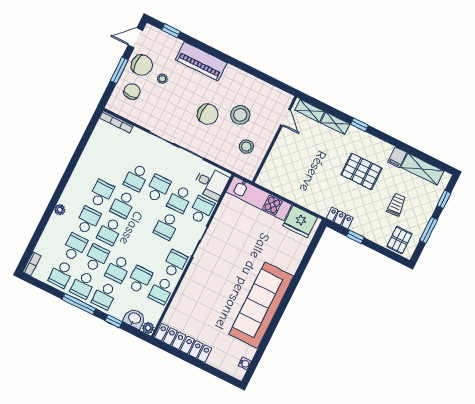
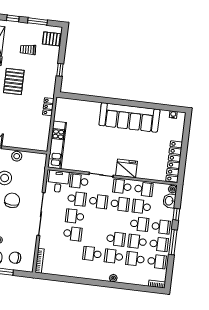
stool: (246, 147) -> (17, 156), moved
school desk: (123, 204) -> (120, 204), moved
locker: (340, 218) -> (48, 107), moved
fridge: (300, 222) -> (126, 168), moved, turned -90

